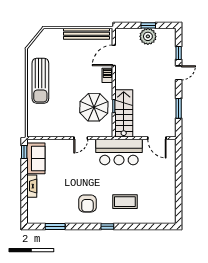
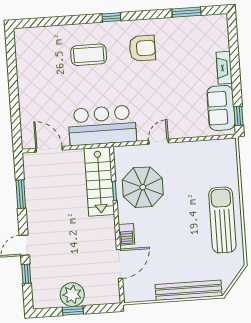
bench: (86, 34) -> (189, 290), moved
armchair: (87, 204) -> (142, 48), turned 90

